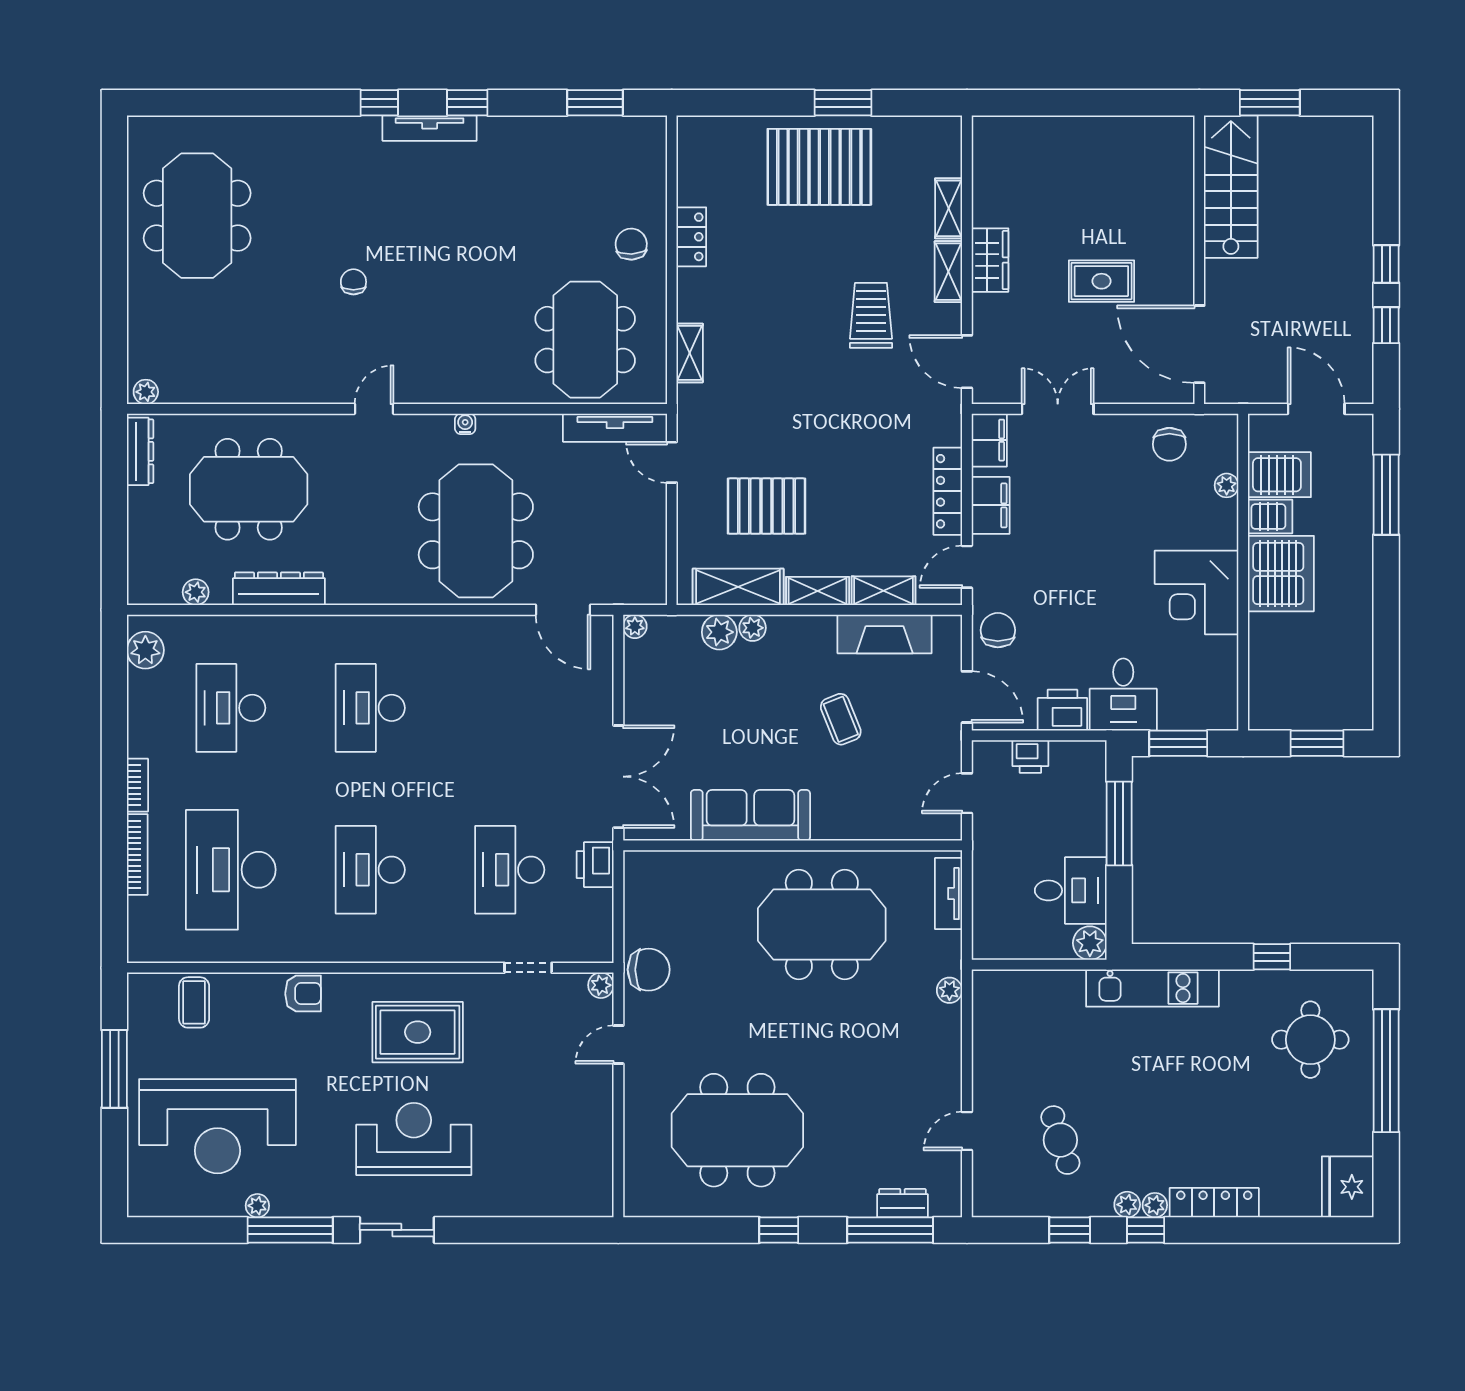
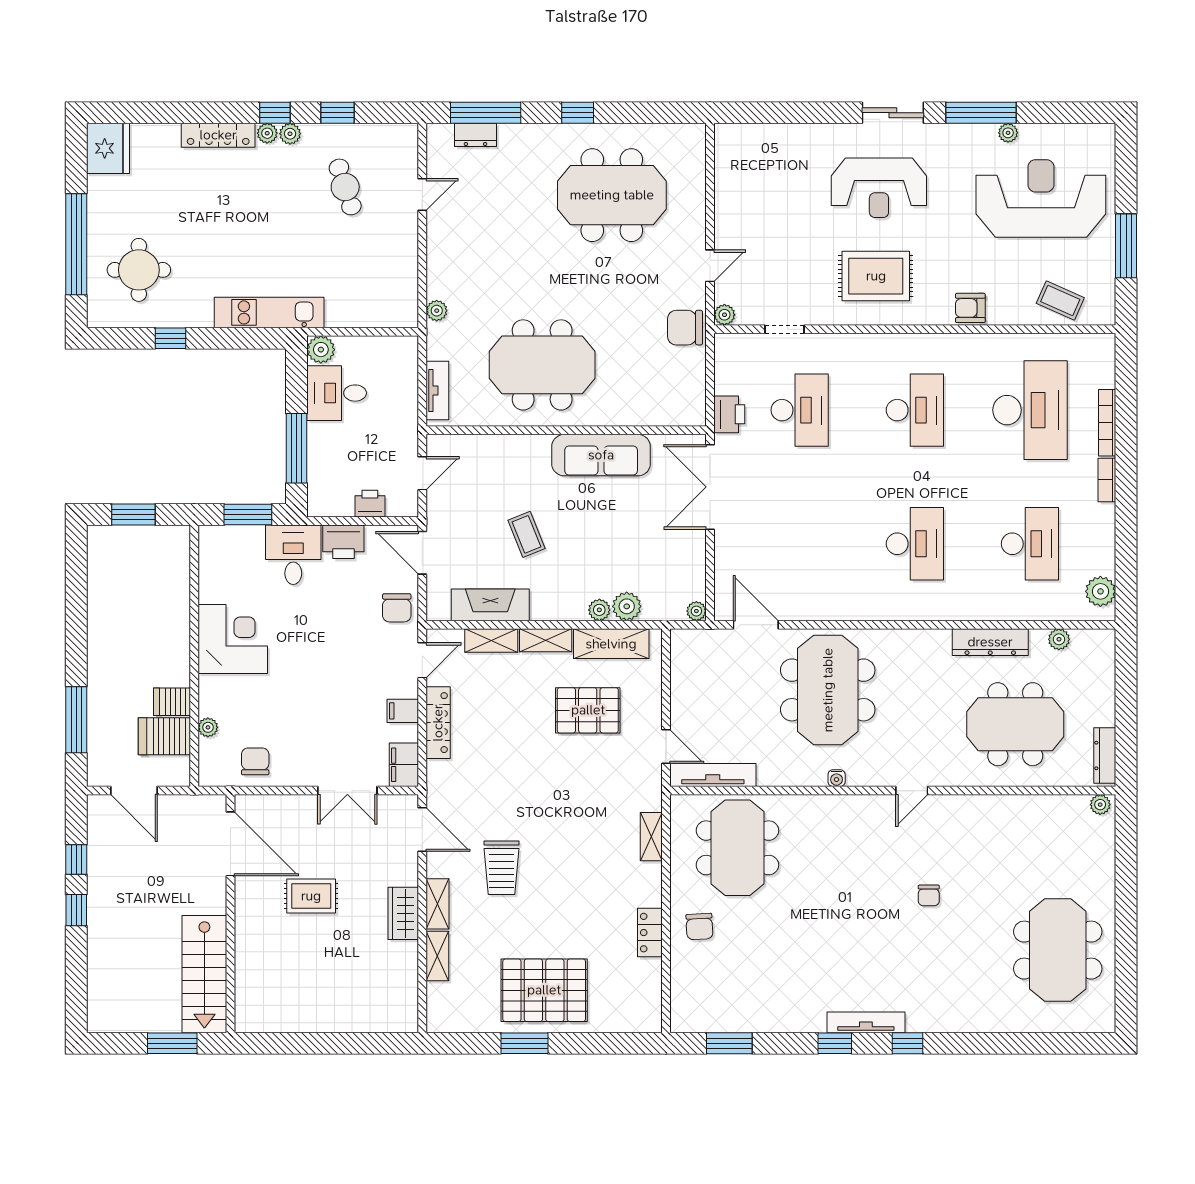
filing cabinet: (991, 505) -> (403, 711), width x0.50
server rack: (1281, 574) -> (163, 655), removed
coffee table: (194, 1002) -> (1060, 301), turned -66

